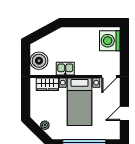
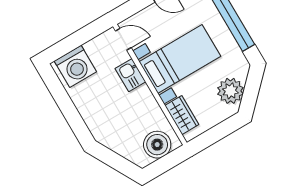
kitchen sink: (65, 69) -> (130, 75), moved
plant: (45, 125) -> (230, 91), width x1.88, depth x1.88

